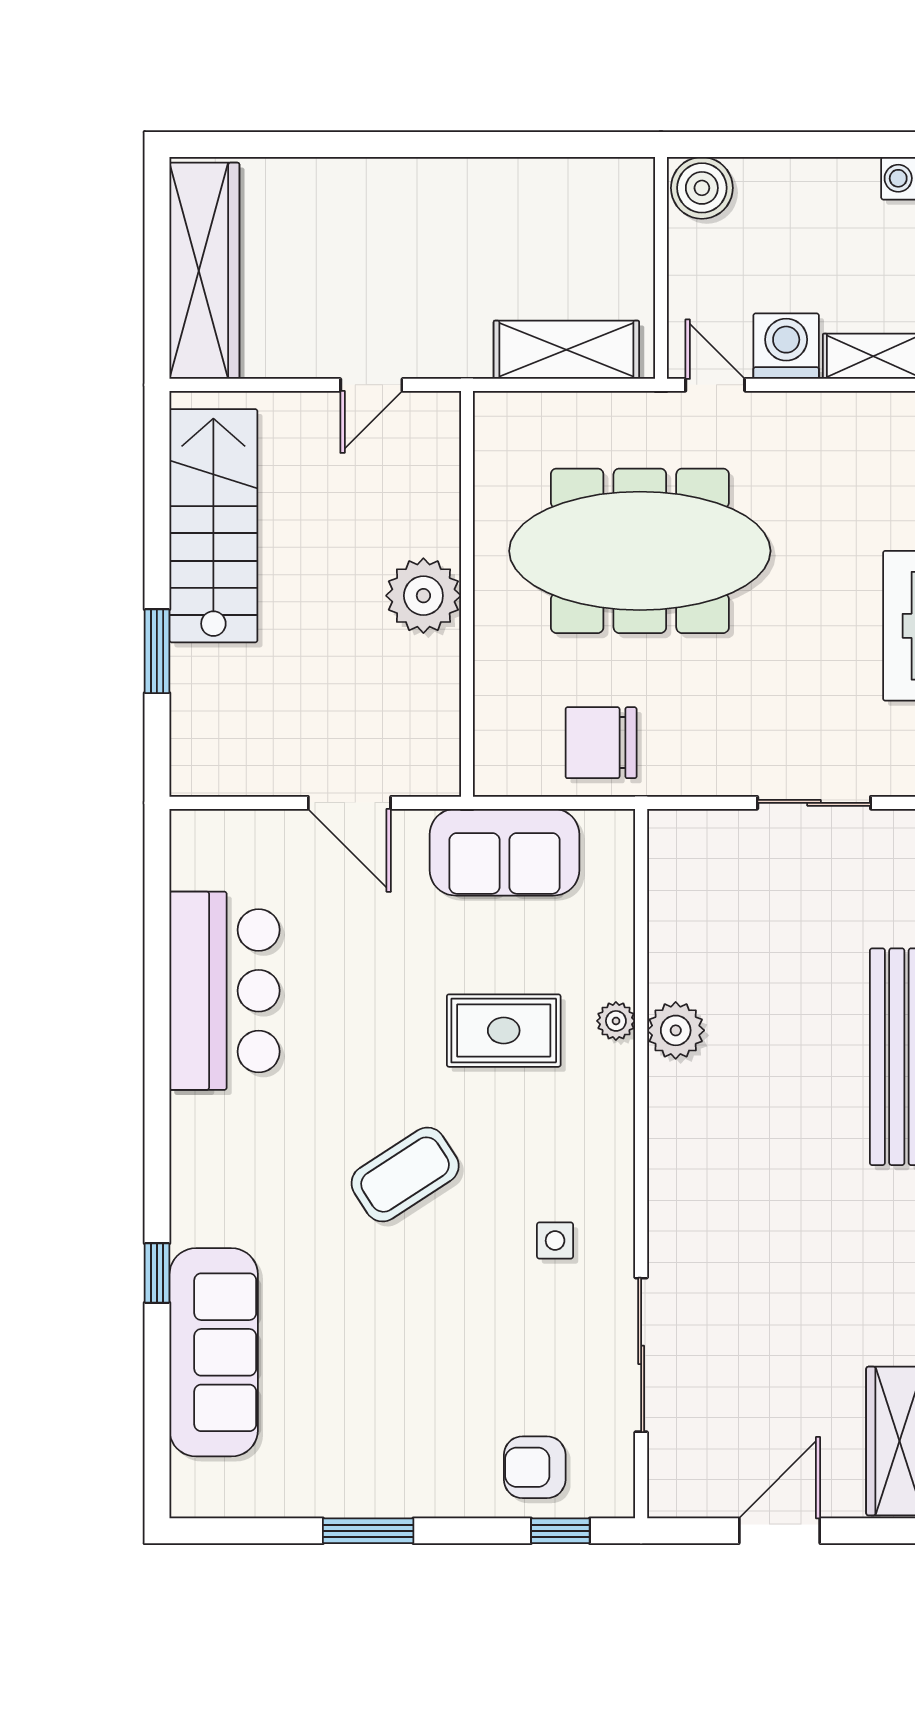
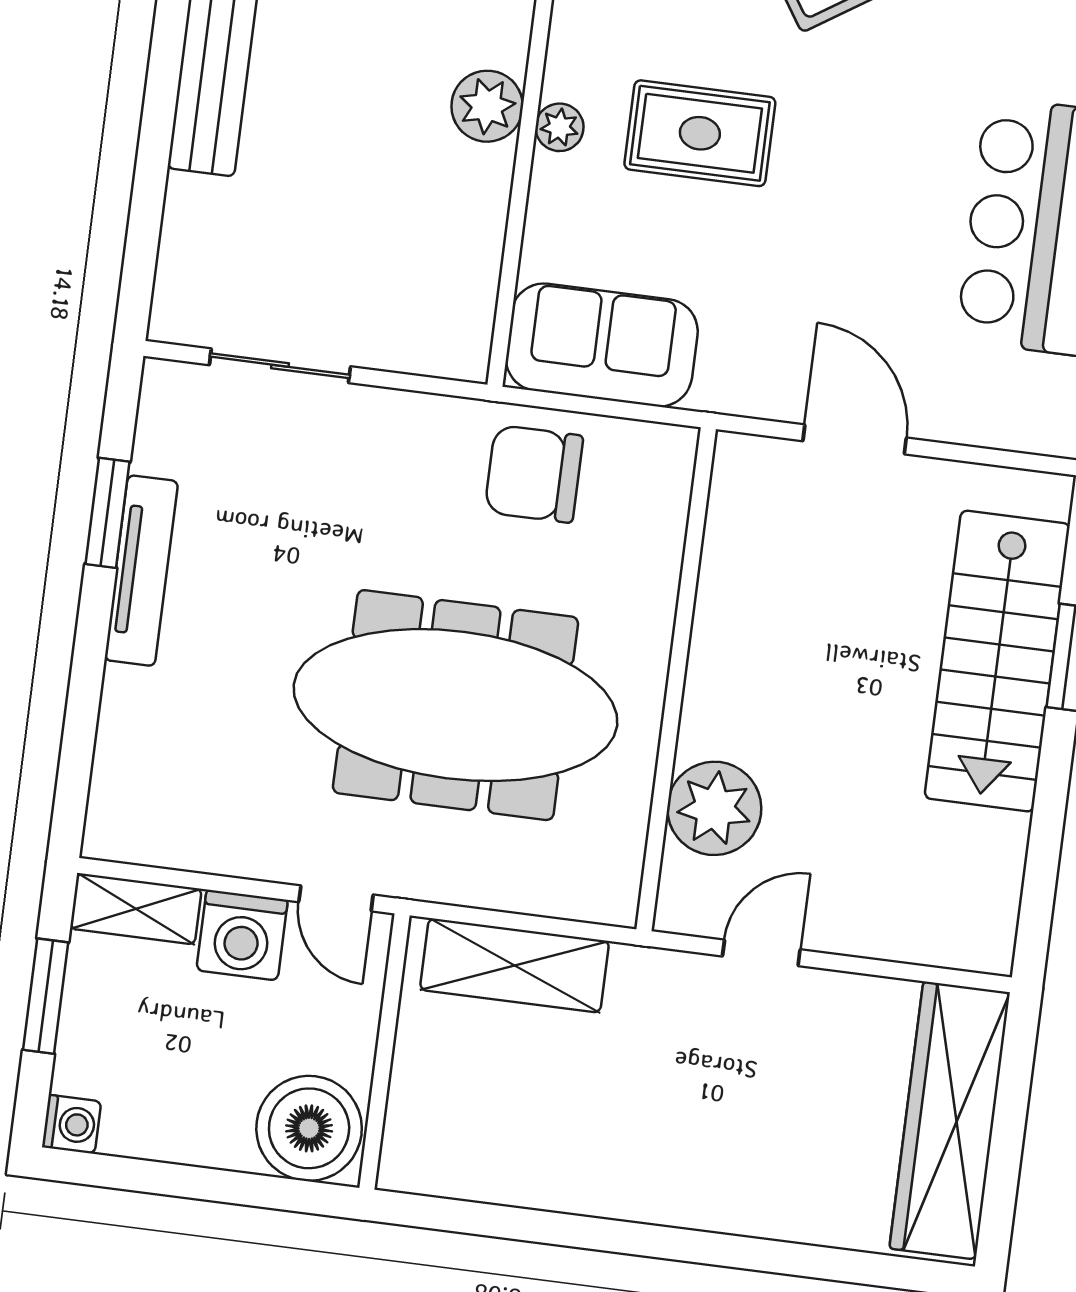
boiler: (702, 188) -> (309, 1128), width x1.37, depth x1.37
stairs: (213, 526) -> (997, 661), moved
plant: (423, 596) -> (714, 808), moved
chair: (601, 743) -> (534, 474), turned 180
sofa: (504, 852) -> (602, 345), moved

